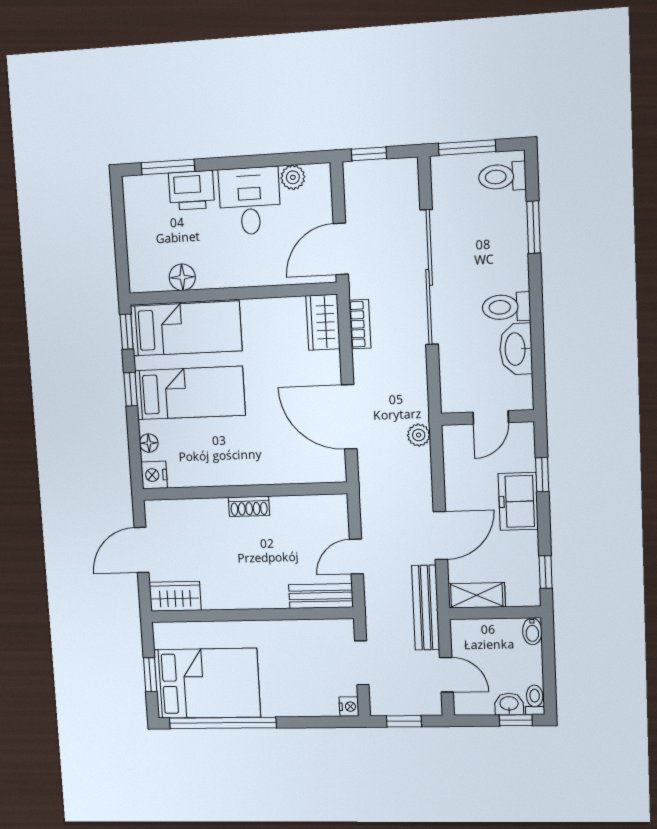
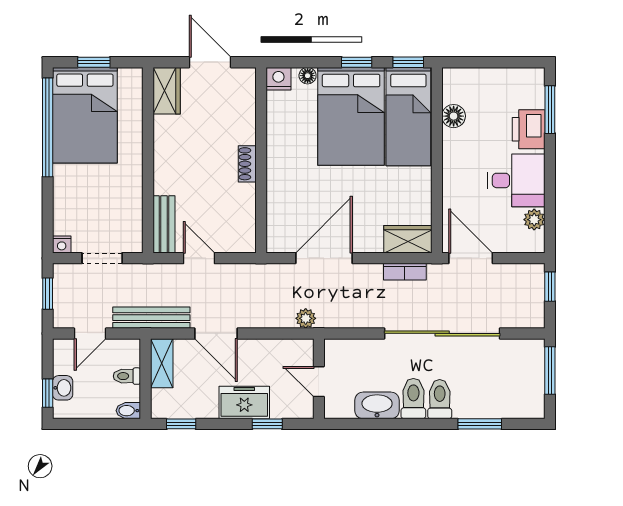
toilet: (502, 177) -> (440, 399), moved
bed: (190, 393) -> (351, 116), width x1.50
toilet: (535, 700) -> (127, 376), moved, turned 180

